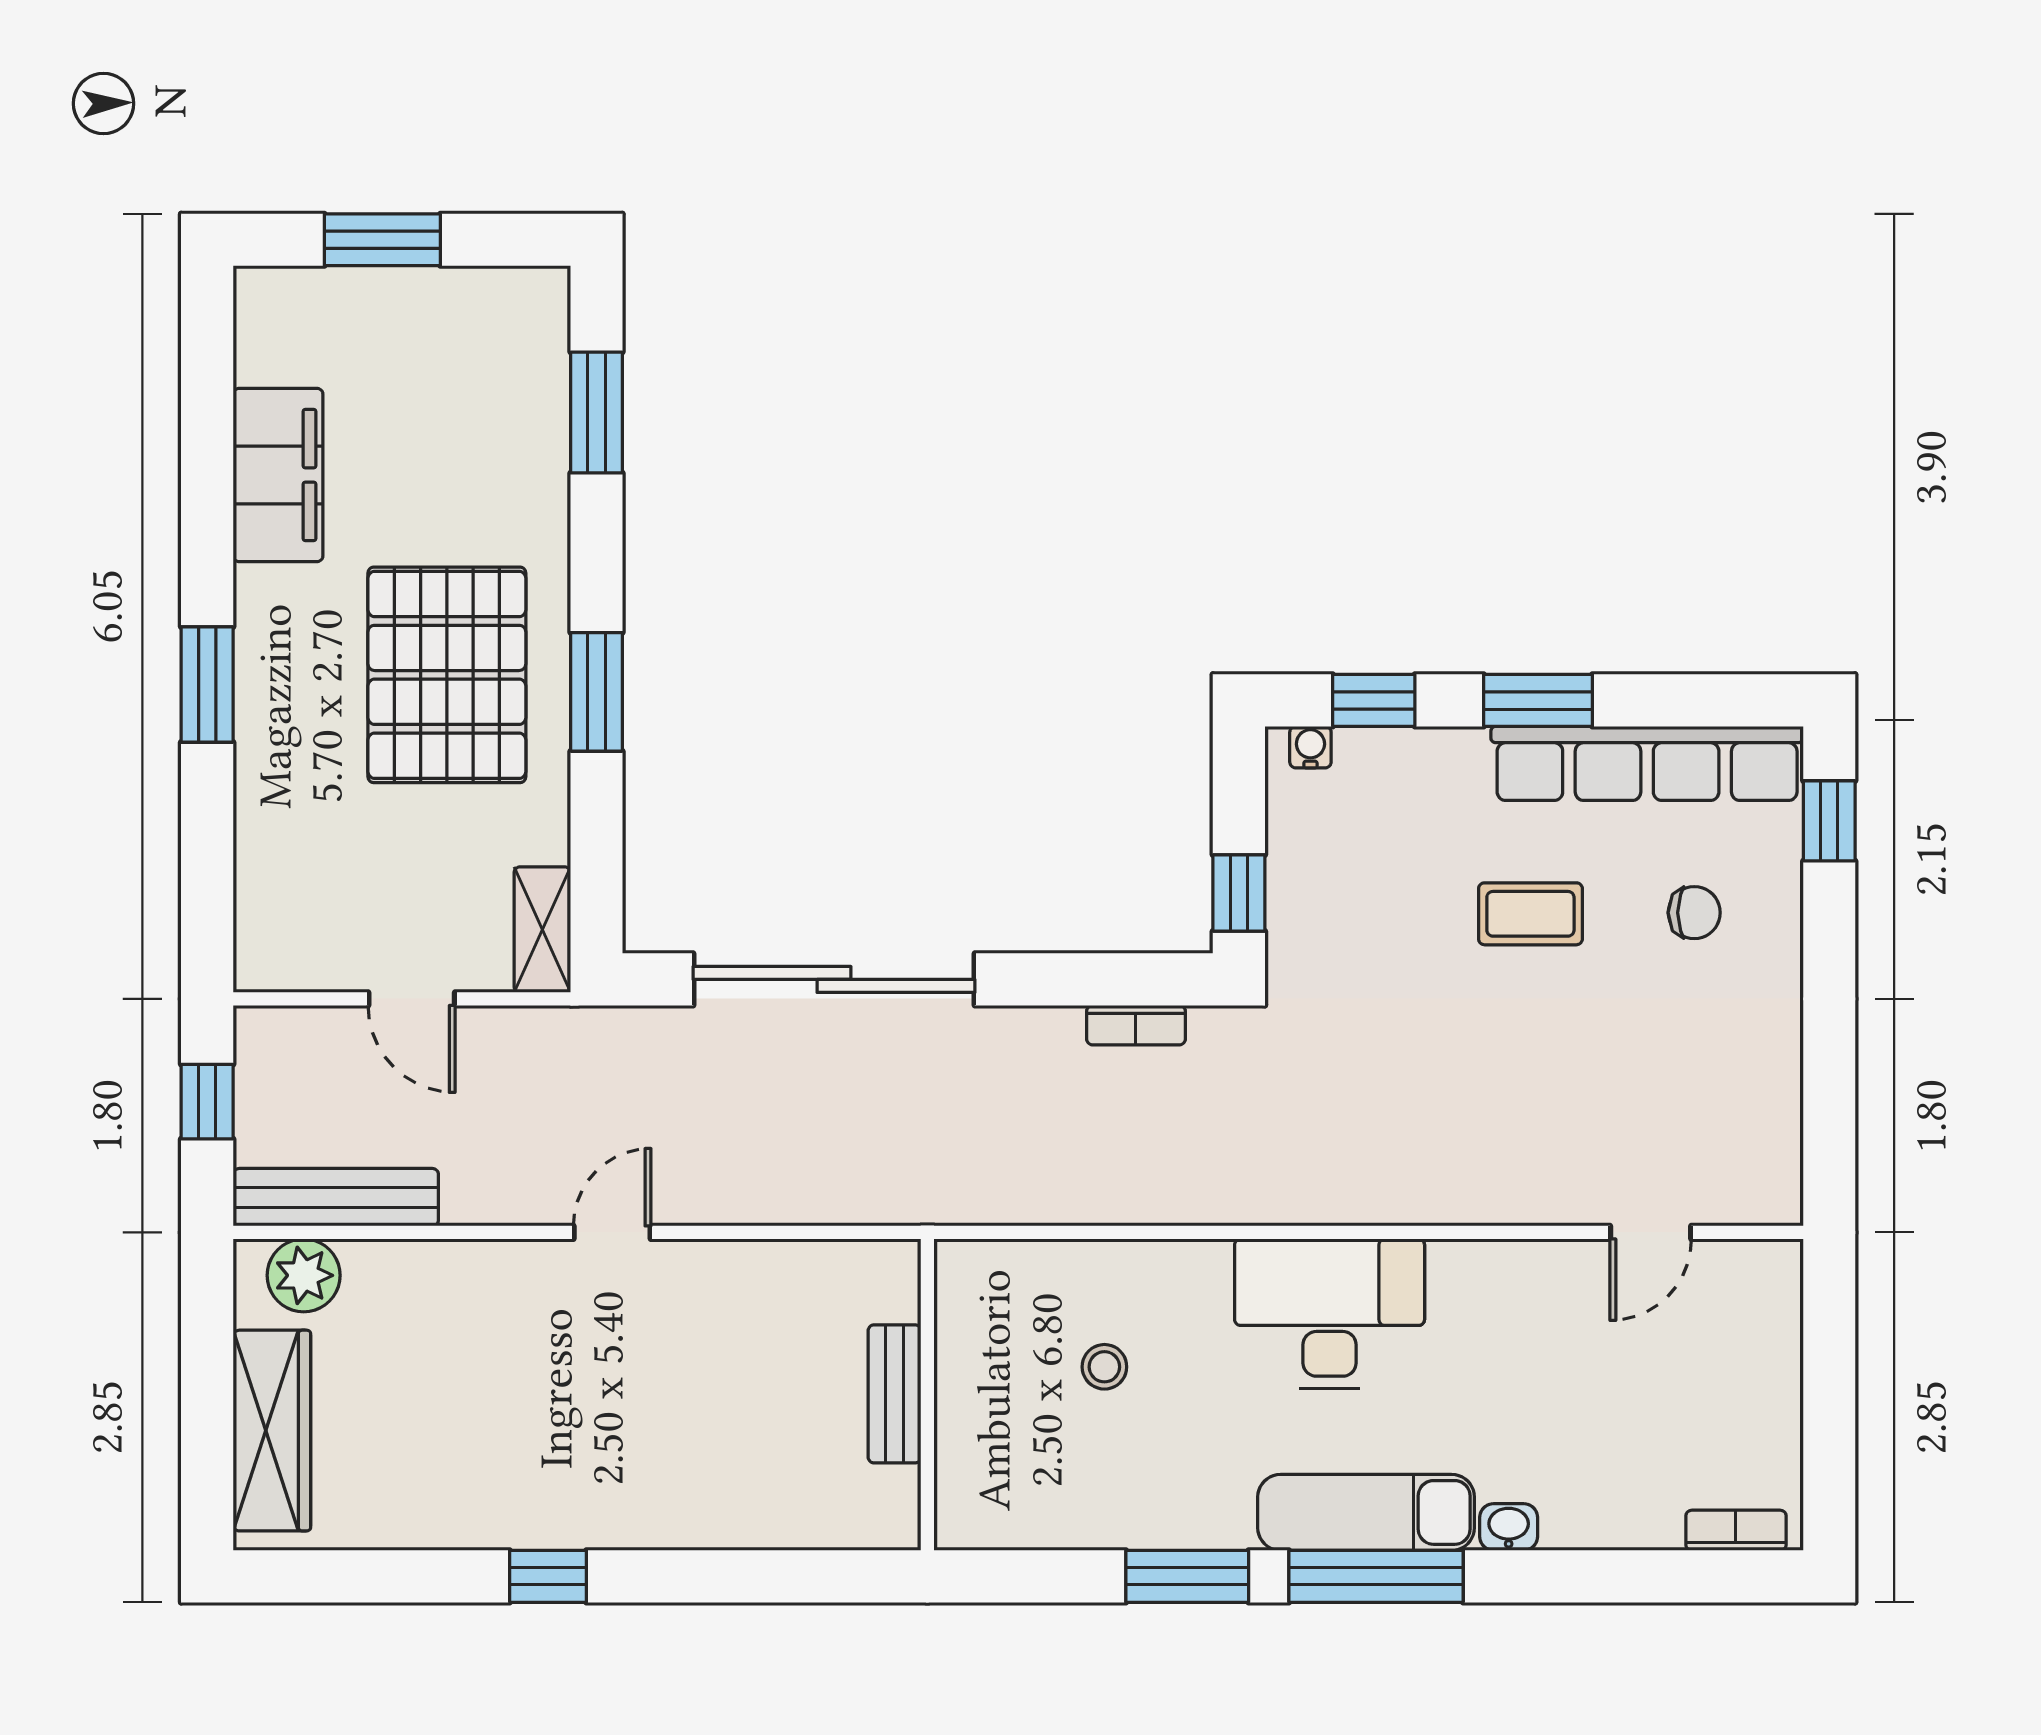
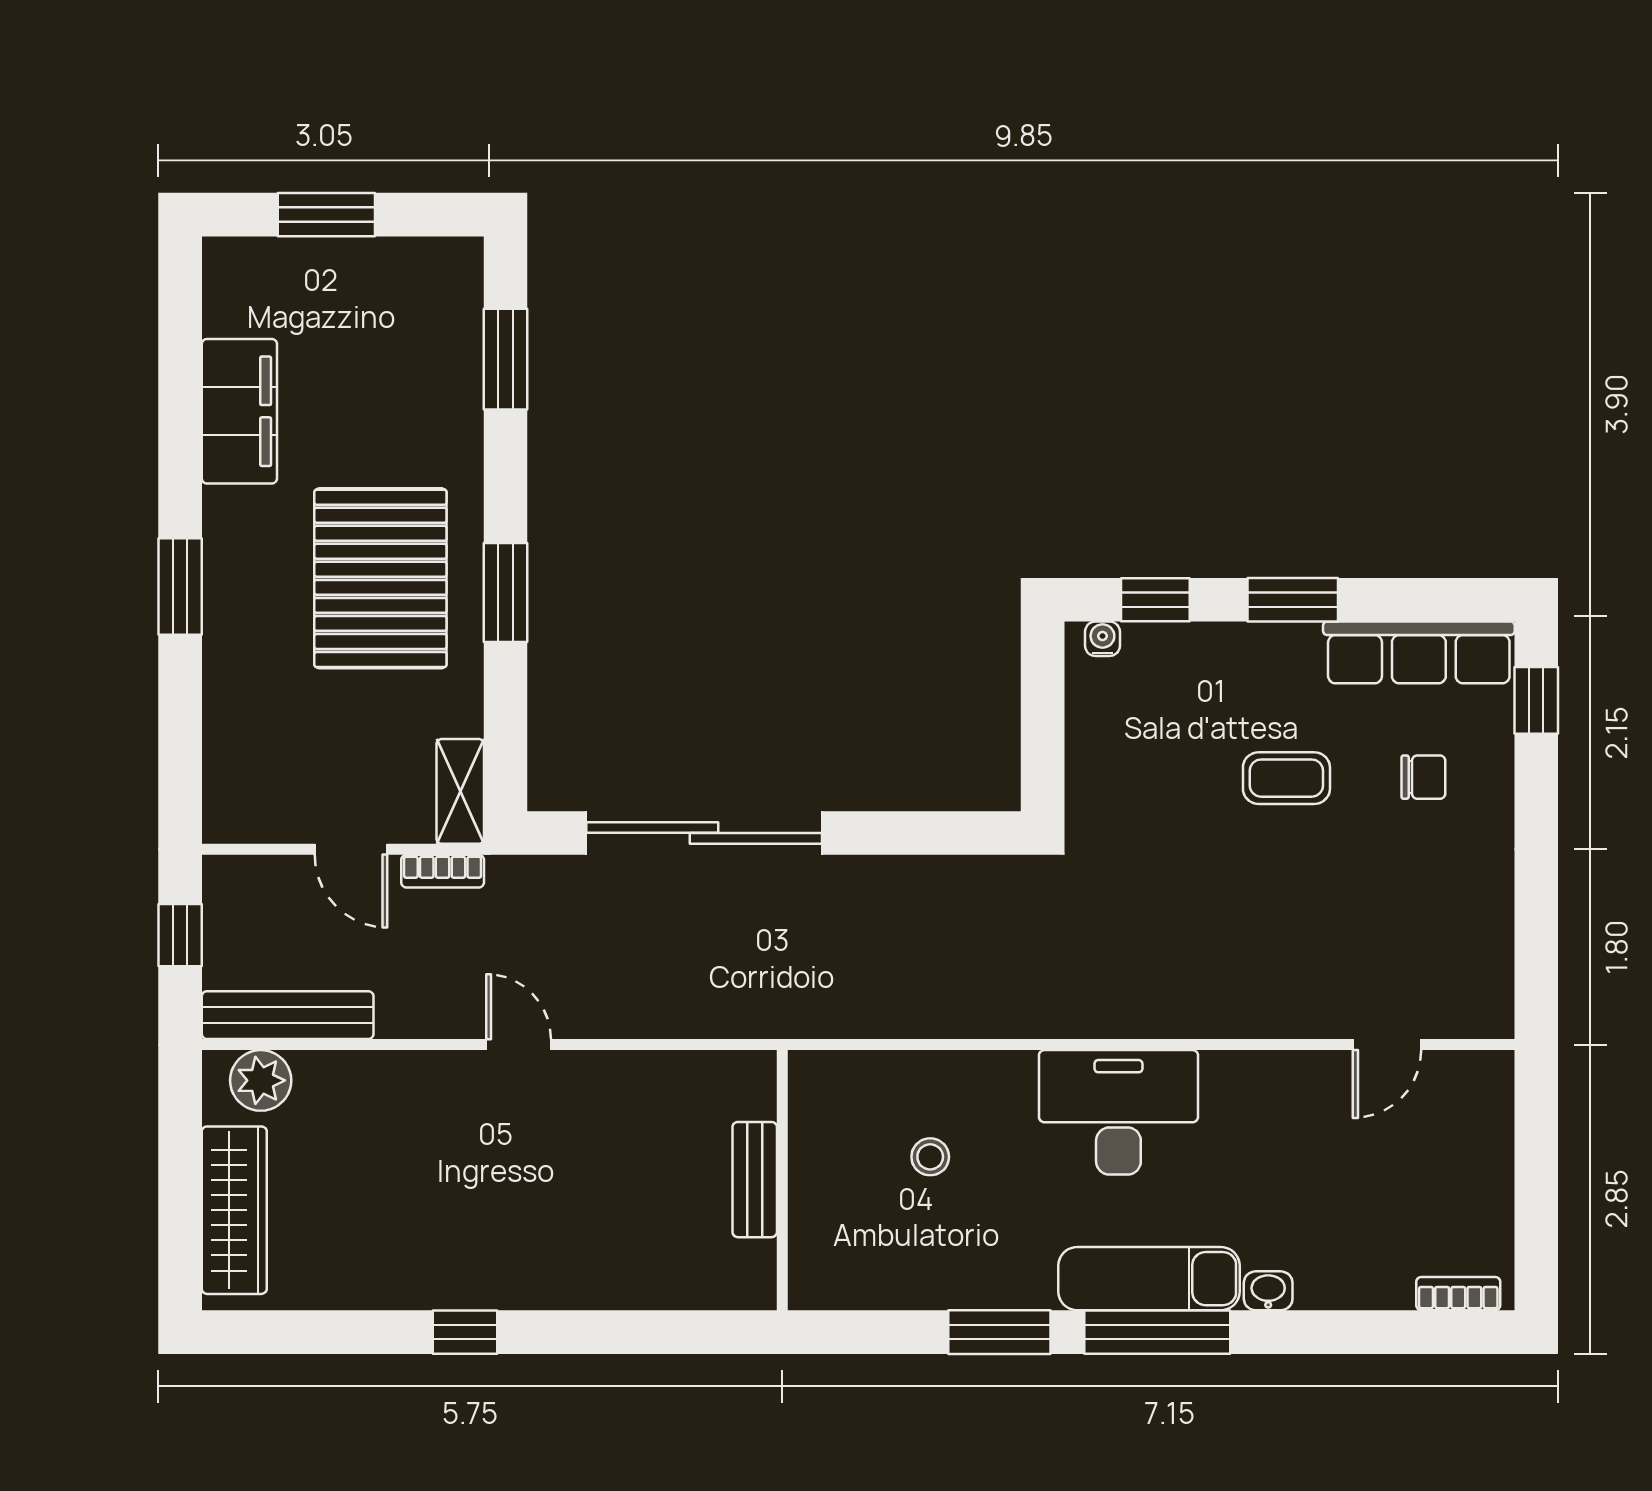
row of seats: (1647, 763) -> (1419, 652), width x0.73
window: (1239, 893) -> (1043, 761), removed
bookcase: (1136, 1025) -> (443, 871), moved
door: (612, 1232) -> (519, 1045), hinge flipped

